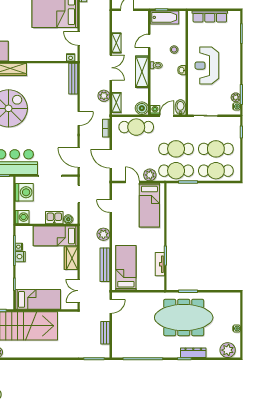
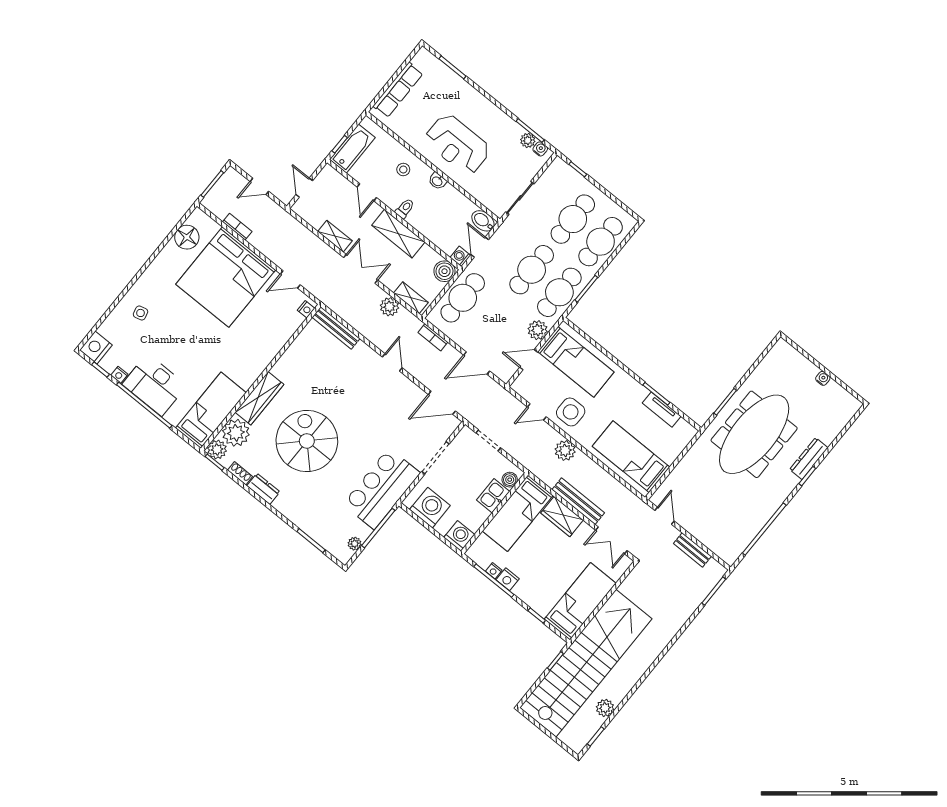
side table: (124, 222) -> (571, 412), added
bench: (105, 265) -> (578, 501), moved
plant: (228, 350) -> (841, 412), removed

